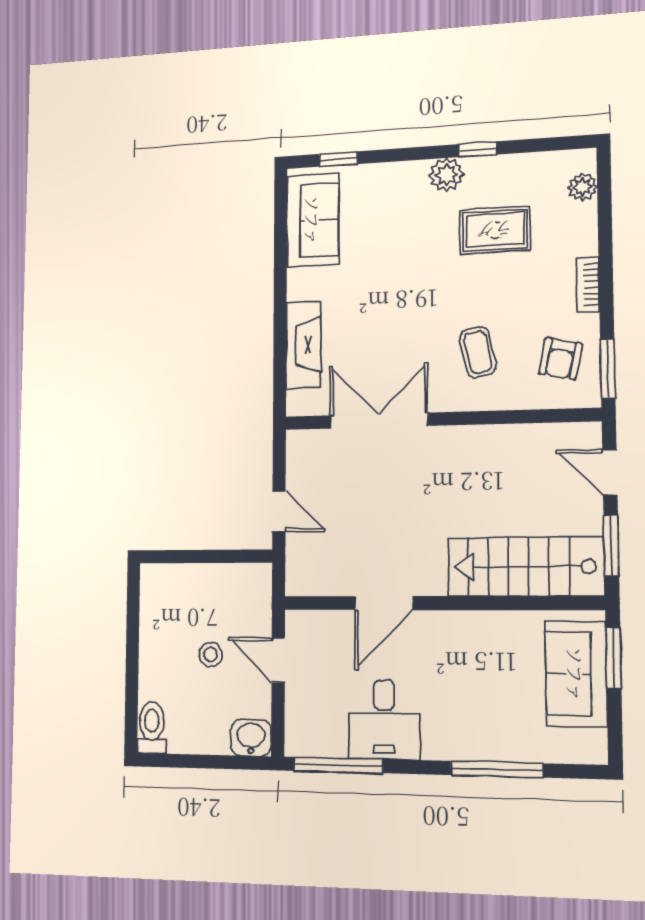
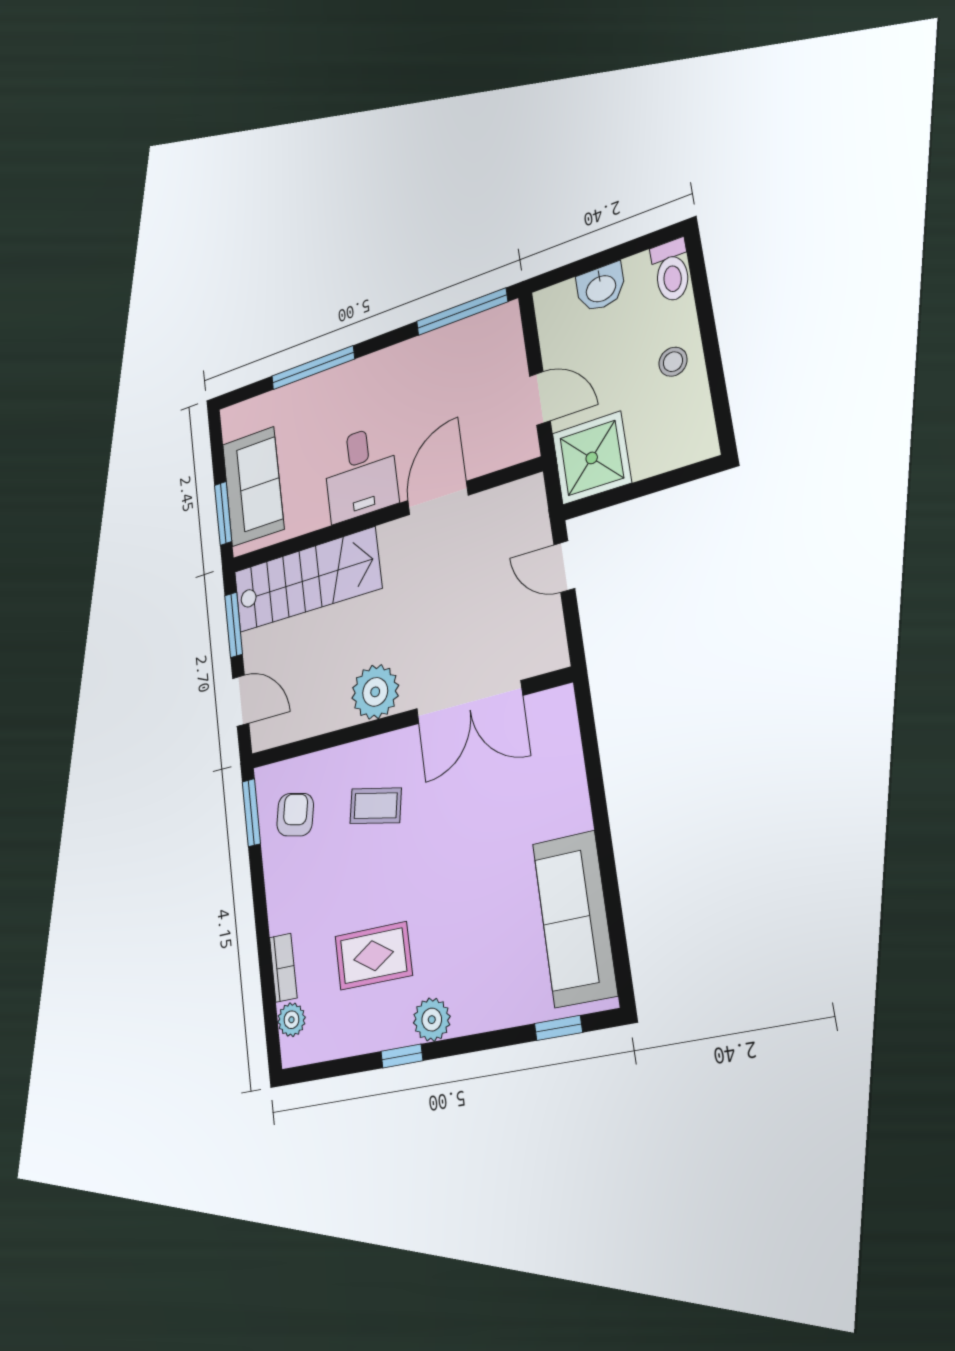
sofa: (313, 220) -> (575, 919), width x1.36
bookcase: (588, 284) -> (283, 968), moved
fireplace: (304, 345) -> (565, 777), removed
coffee table: (478, 352) -> (376, 806), turned -67
plant: (467, 449) -> (375, 692), added
shower: (242, 594) -> (592, 458), added
stool: (211, 655) -> (673, 362), moved
desk: (384, 719) -> (361, 473), moved, turned 180
washbasin: (251, 738) -> (601, 288), moved

